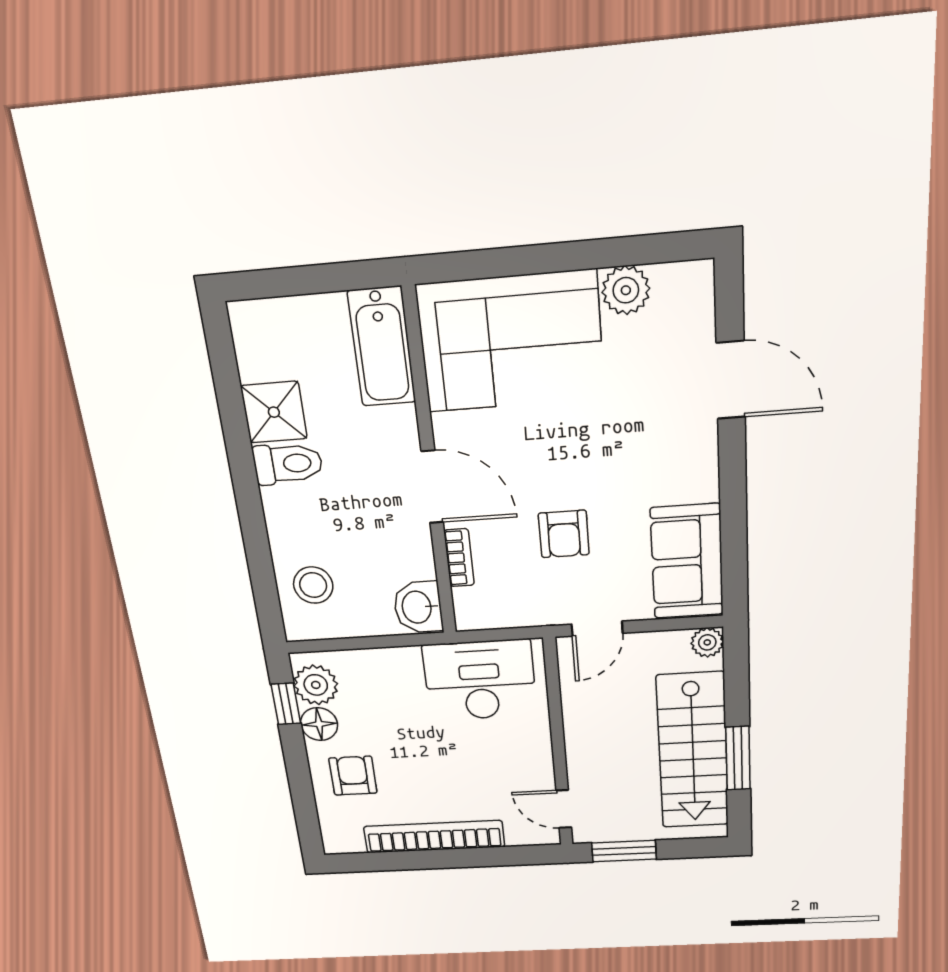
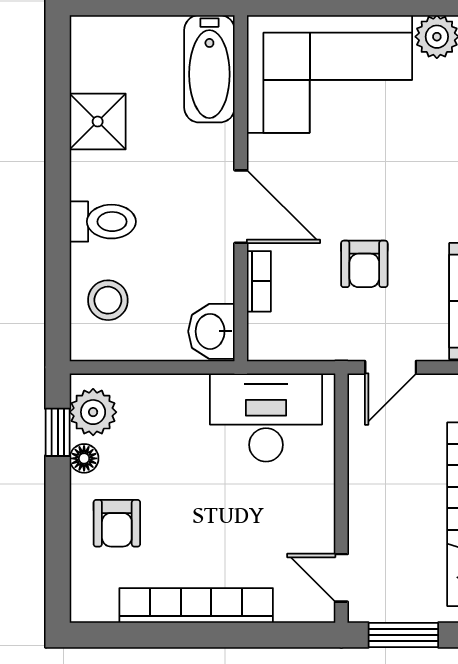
toilet: (288, 464) -> (103, 222), moved
floor lamp: (319, 724) -> (84, 458), width x0.73, depth x0.73
armchair: (353, 776) -> (117, 523), turned 180

